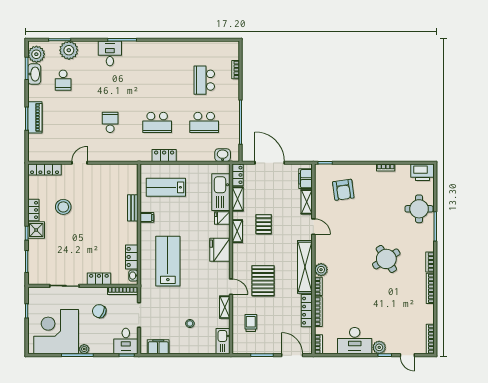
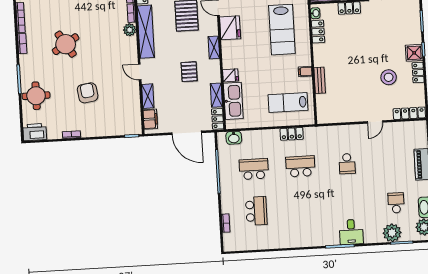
lab bench: (166, 187) -> (288, 103), turned 180
armchair: (343, 190) -> (88, 93), moved
shelving: (237, 231) -> (214, 47), moved
fridge: (220, 250) -> (230, 28), moved

